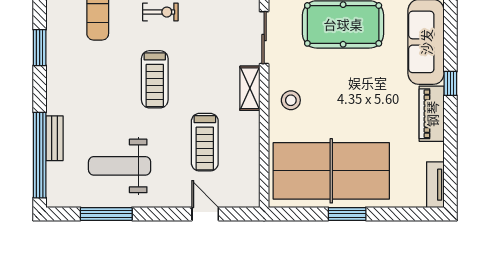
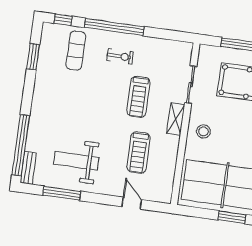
window: (40, 48) -> (33, 57), moved
treadmill: (155, 79) -> (138, 97), moved
bench: (54, 138) -> (28, 168), moved

